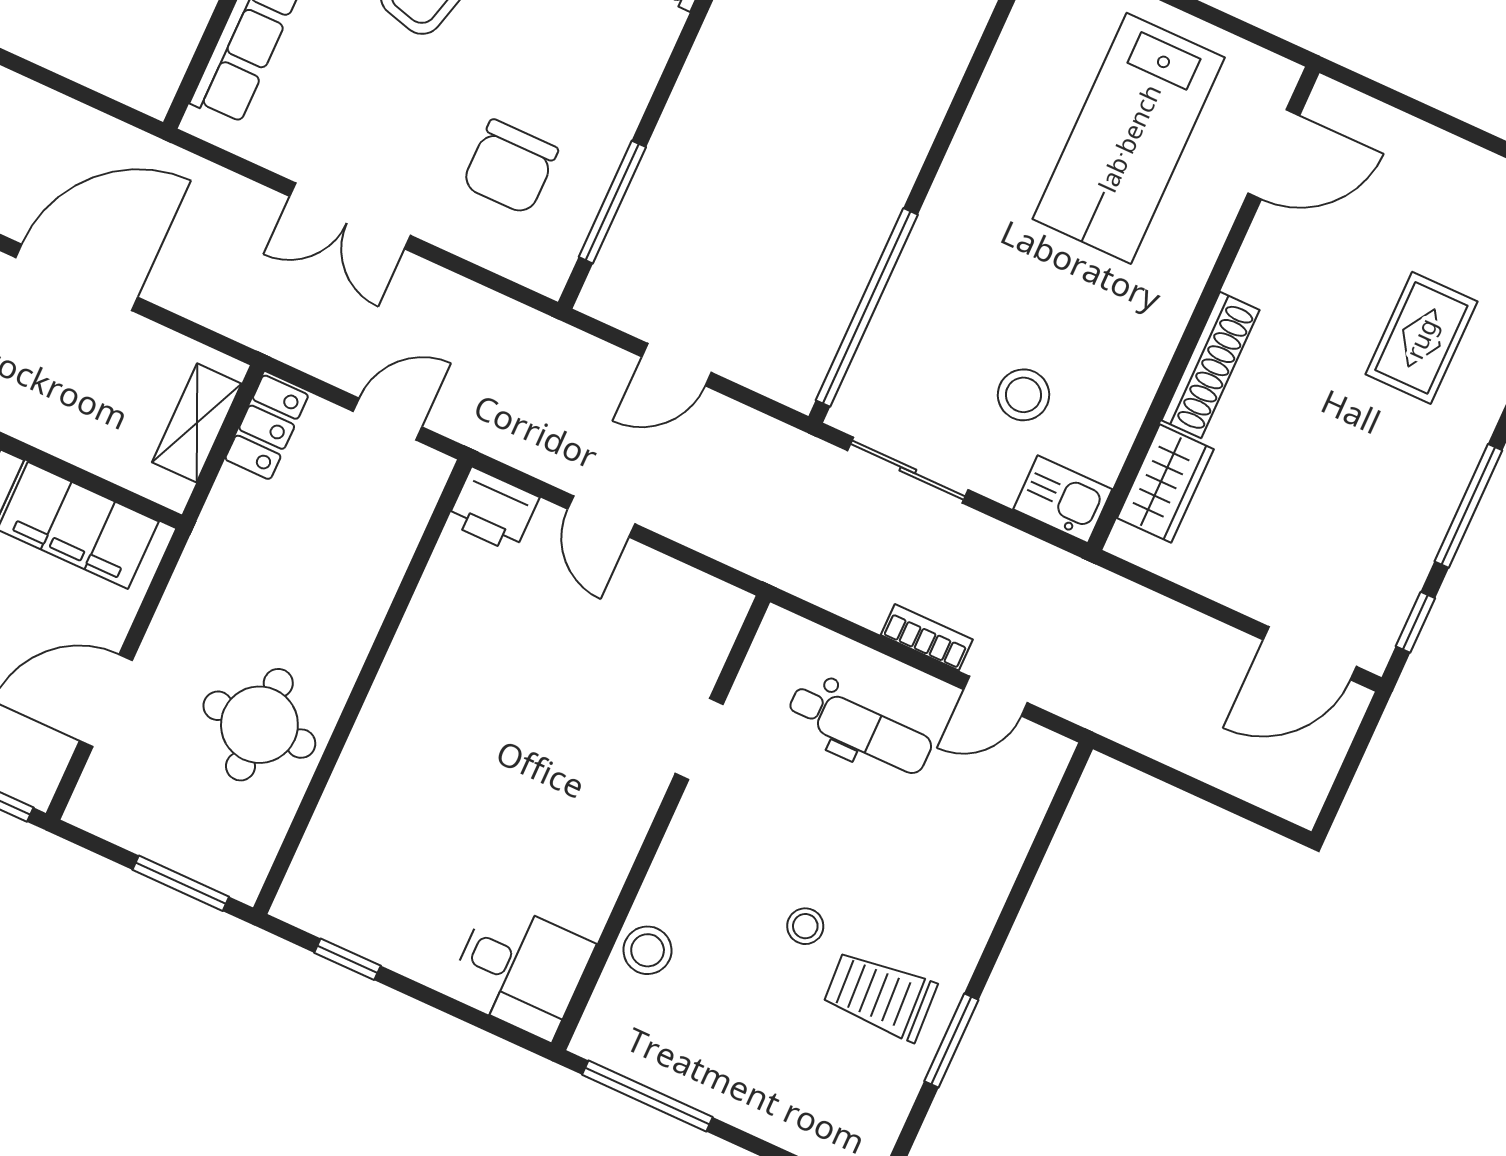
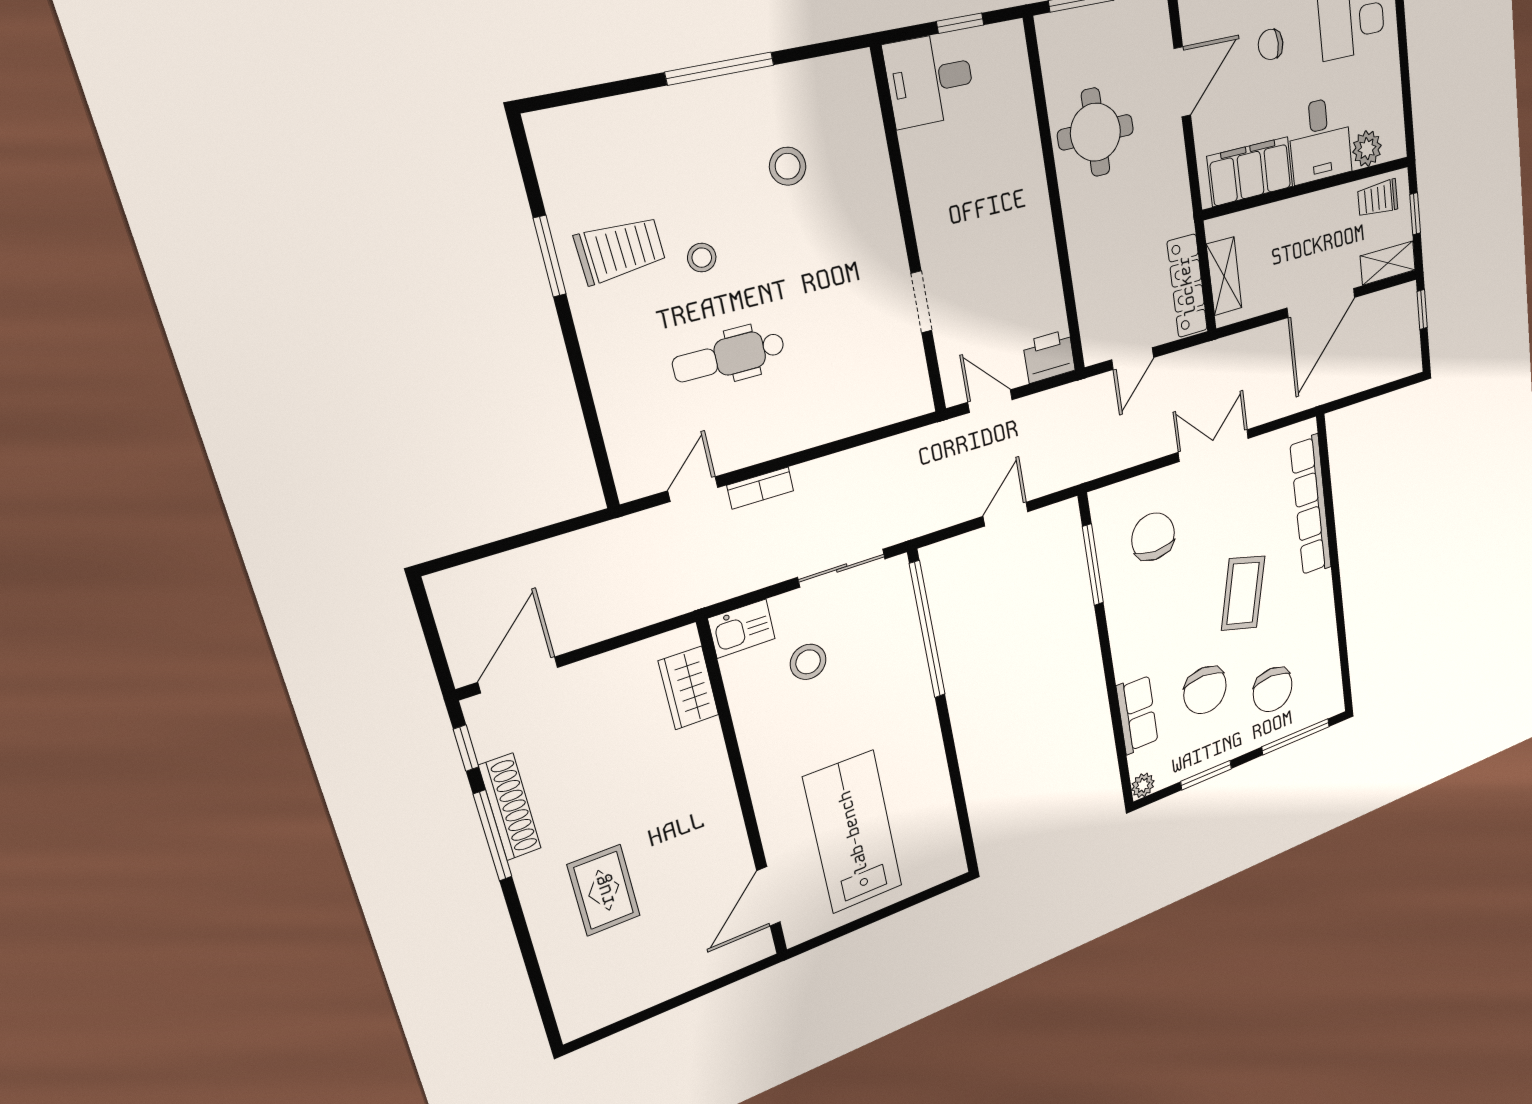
shoe rack: (1210, 365) -> (510, 807), moved, turned 180
locker: (267, 427) -> (1187, 286), width x1.53
dental chair: (860, 728) -> (729, 356), moved
doorway: (699, 739) -> (921, 302), moved
wall: (661, 823) -> (909, 235), moved
desk: (521, 969) -> (930, 80), moved

